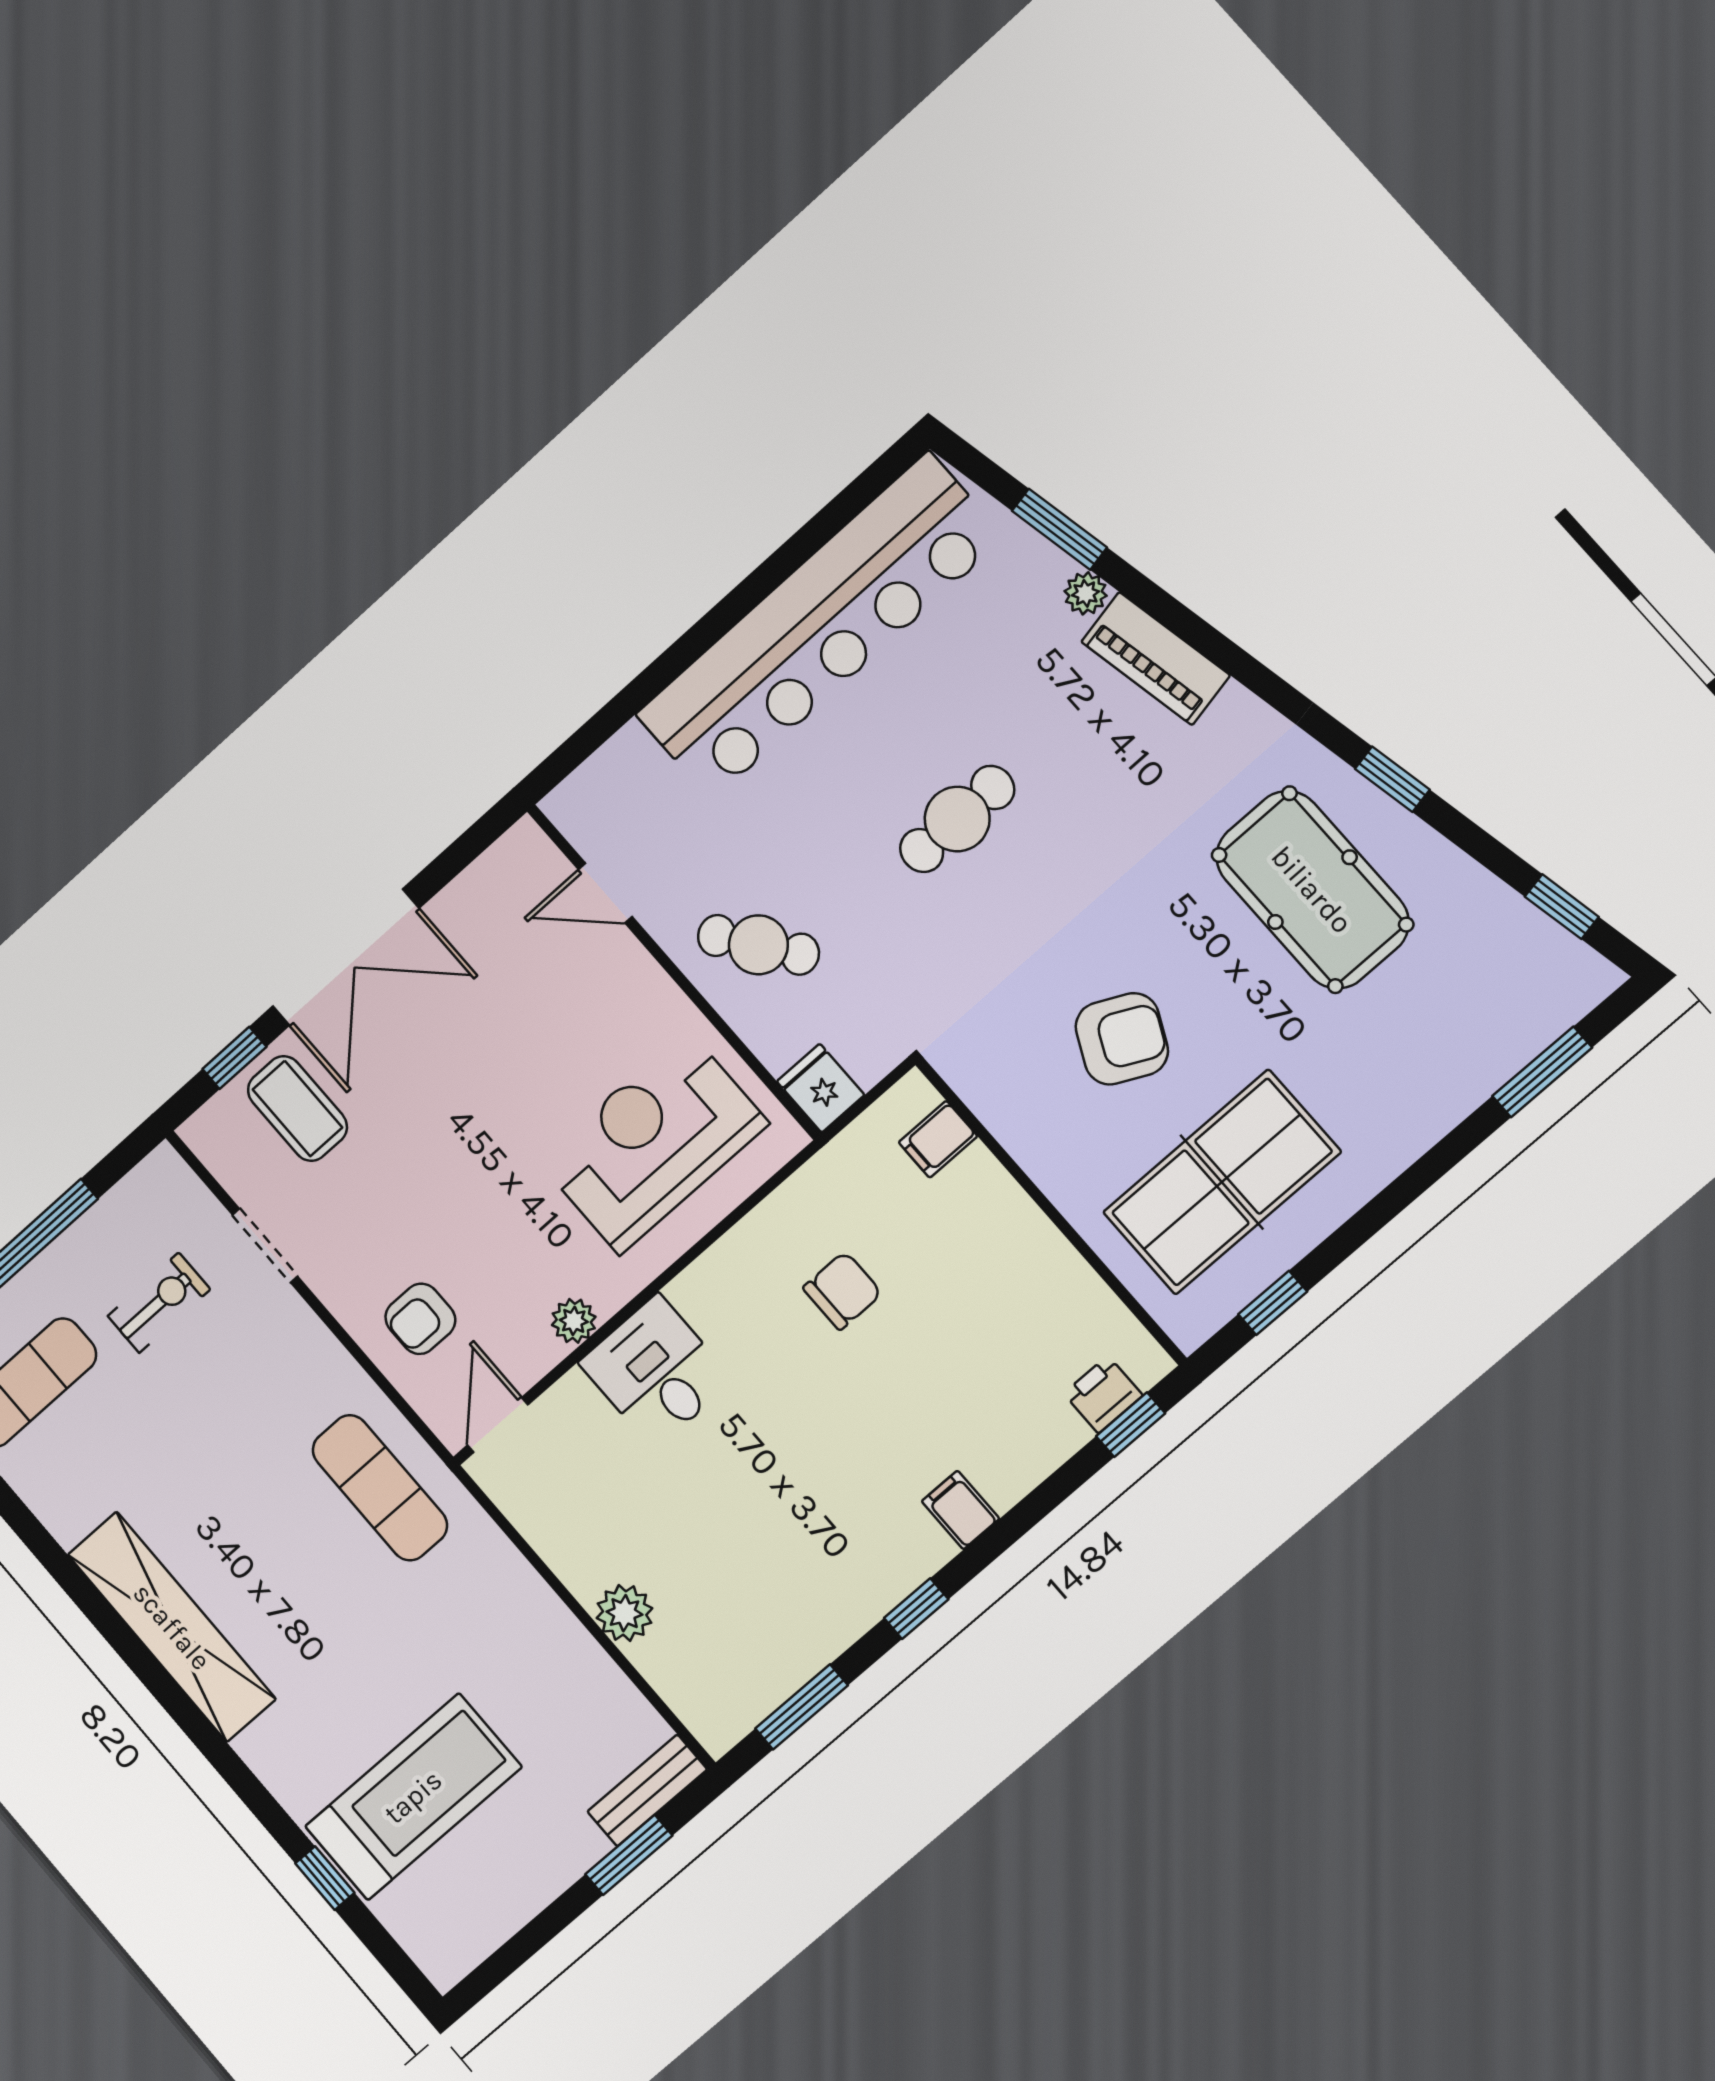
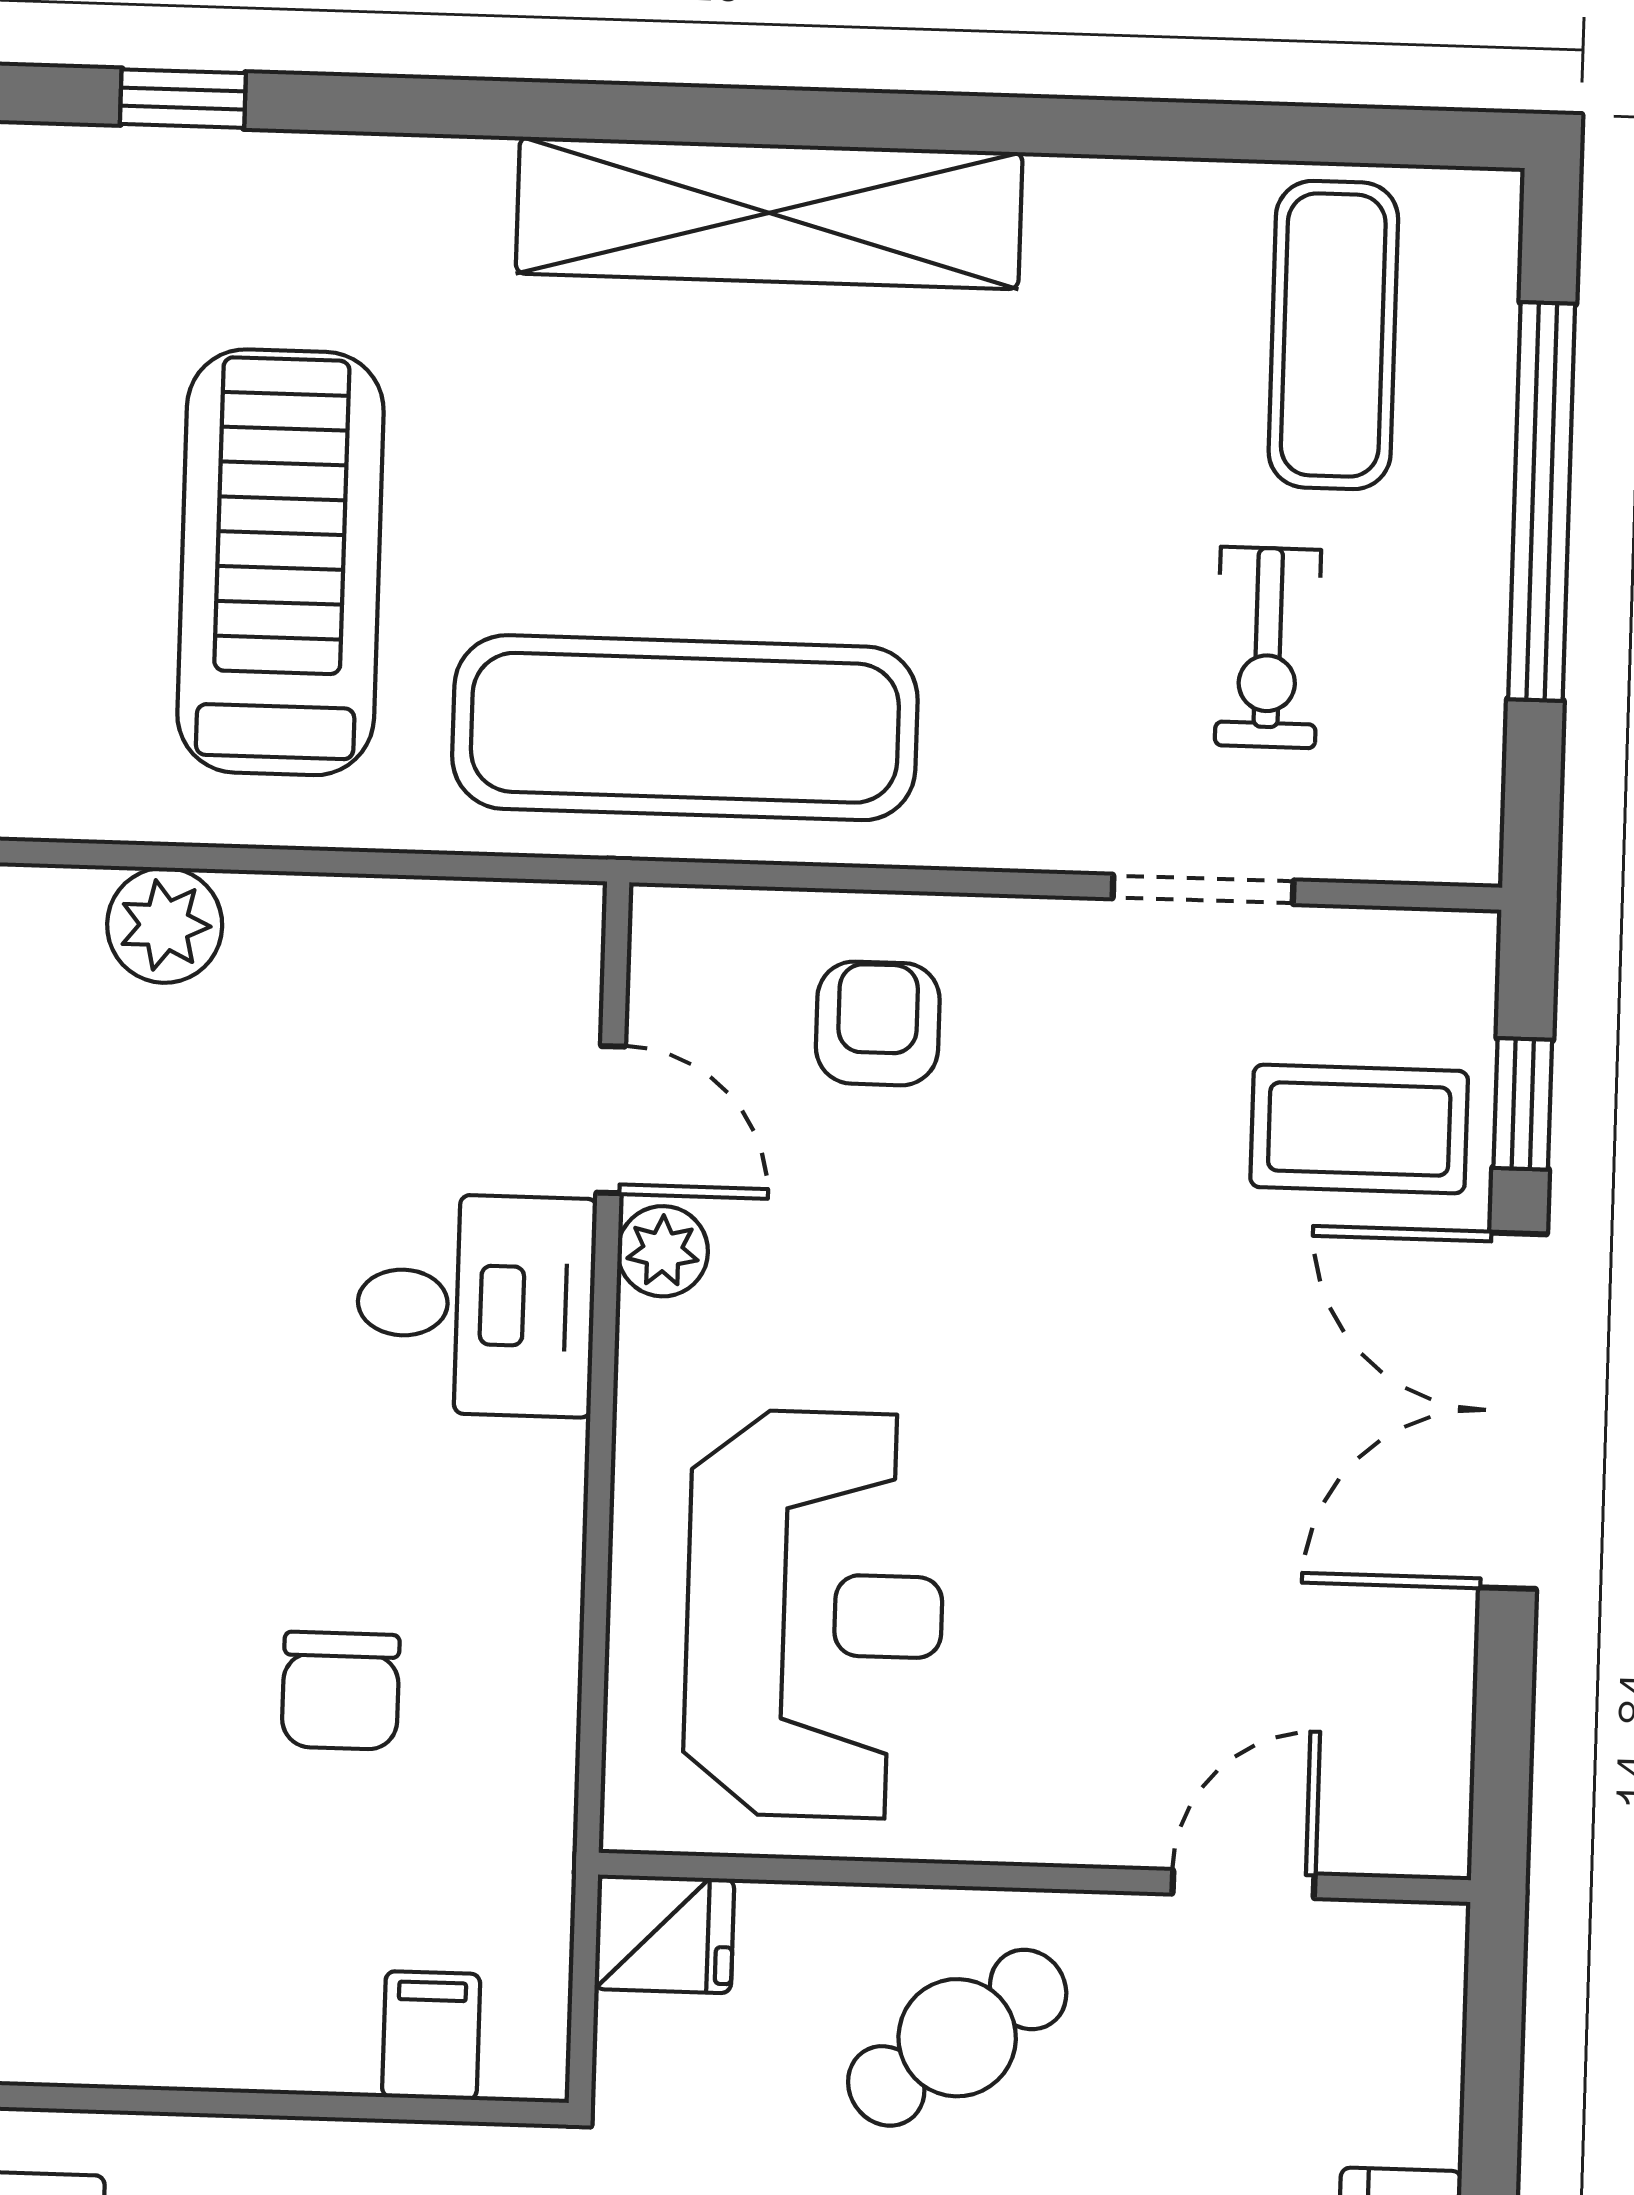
door: (498, 1425) -> (611, 1120), moved
exercise mat: (380, 1488) -> (685, 728), width x1.36, depth x1.45
treadmill: (413, 1797) -> (280, 562), moved, turned 180

